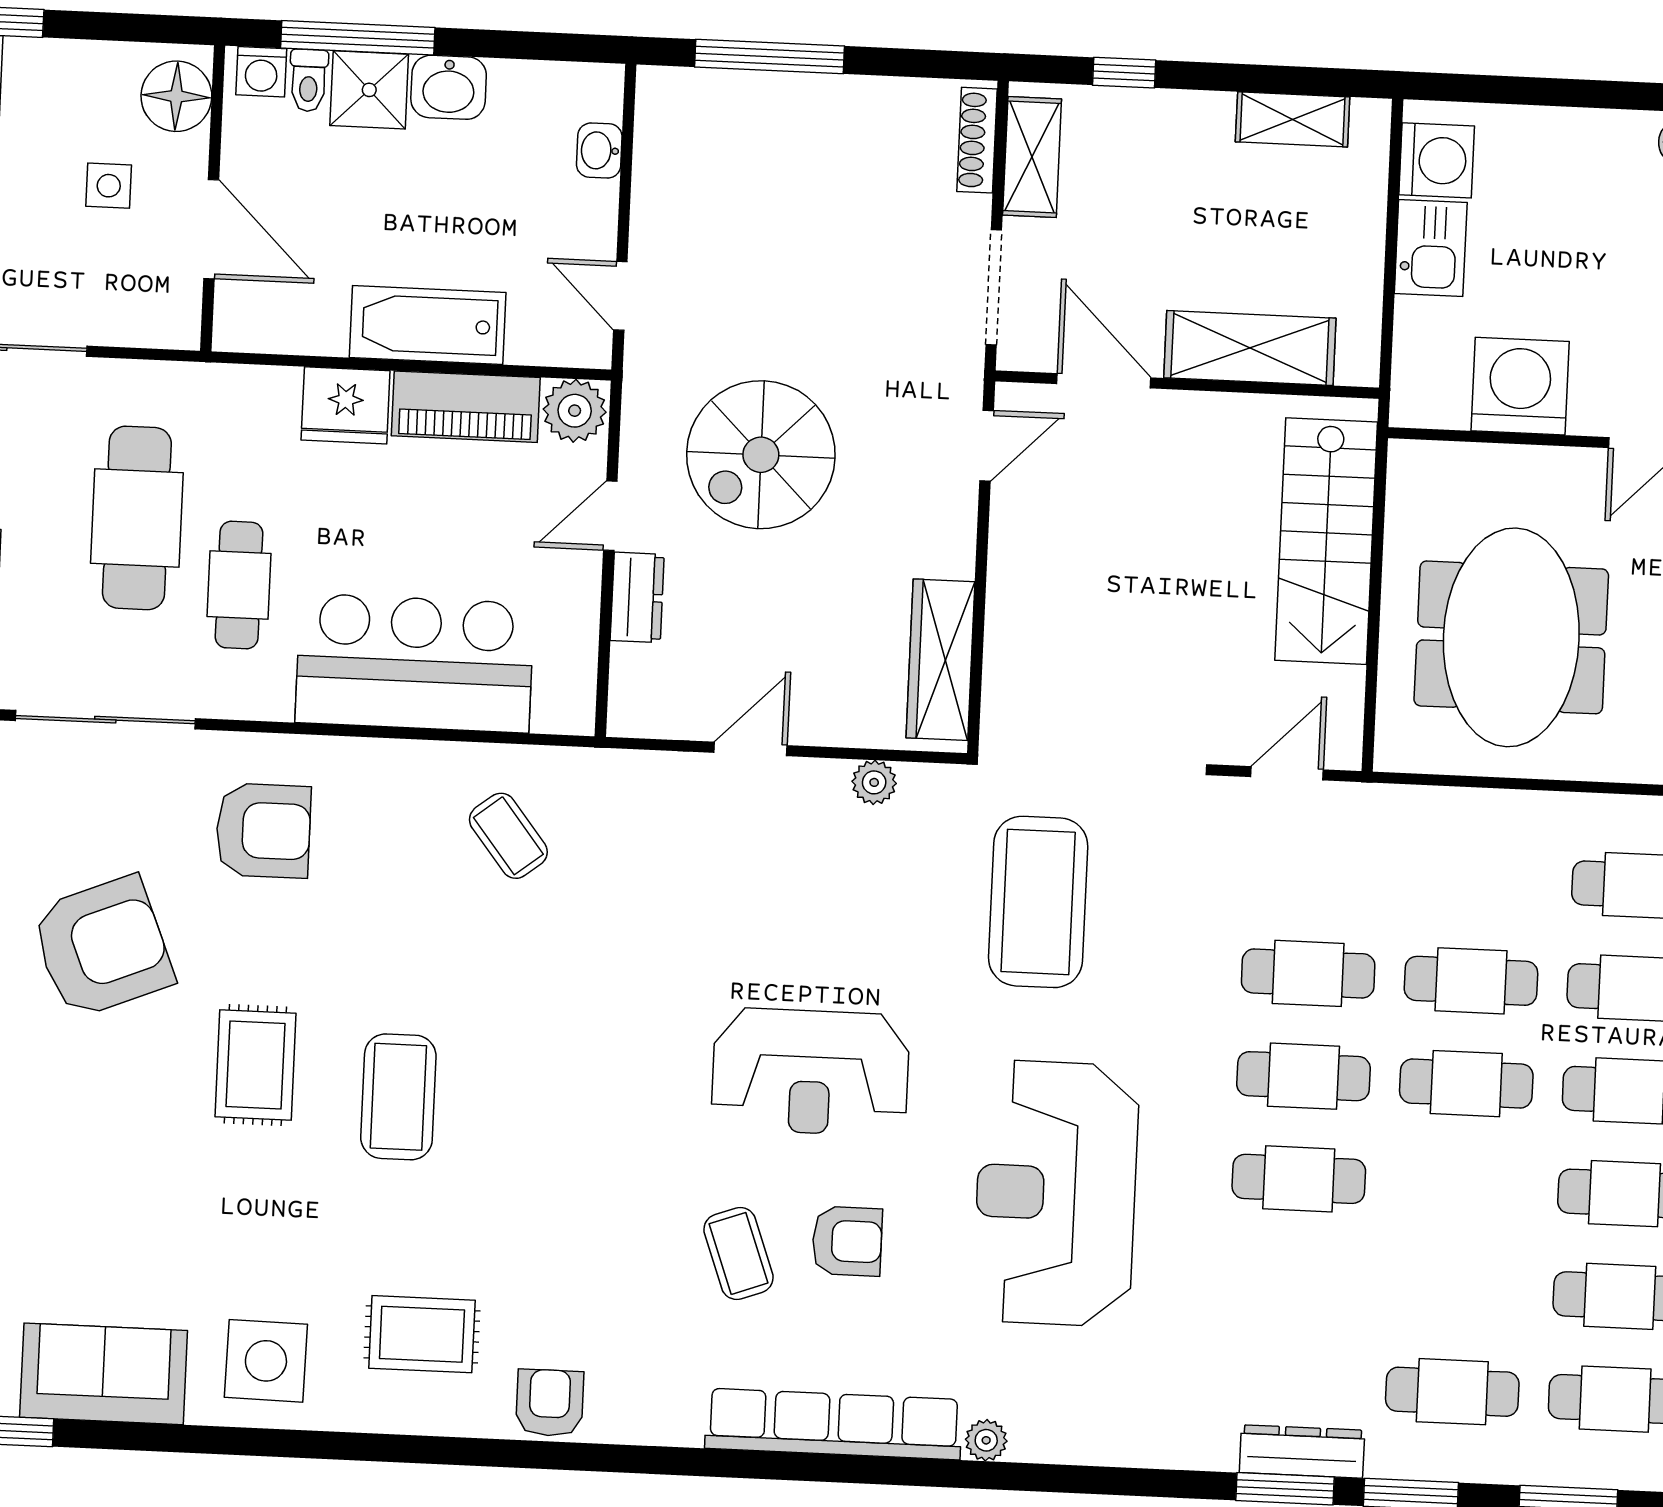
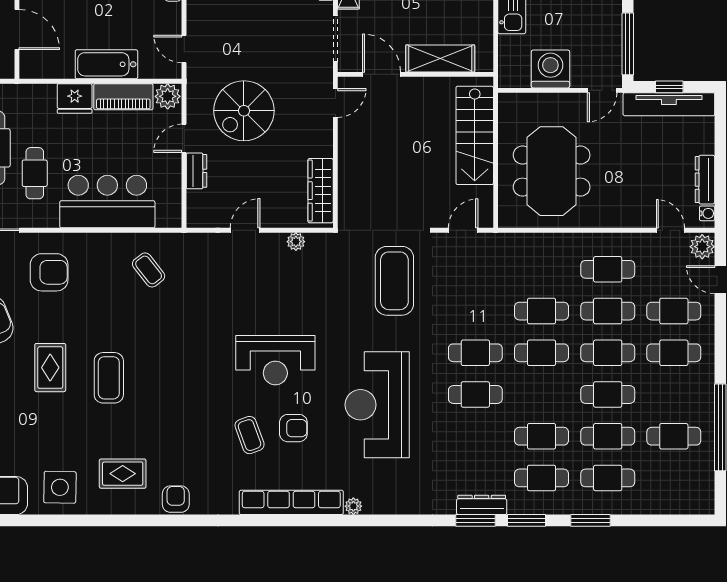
coffee table: (1038, 902) -> (394, 281), moved
cafe table: (1308, 973) -> (542, 436), moved

